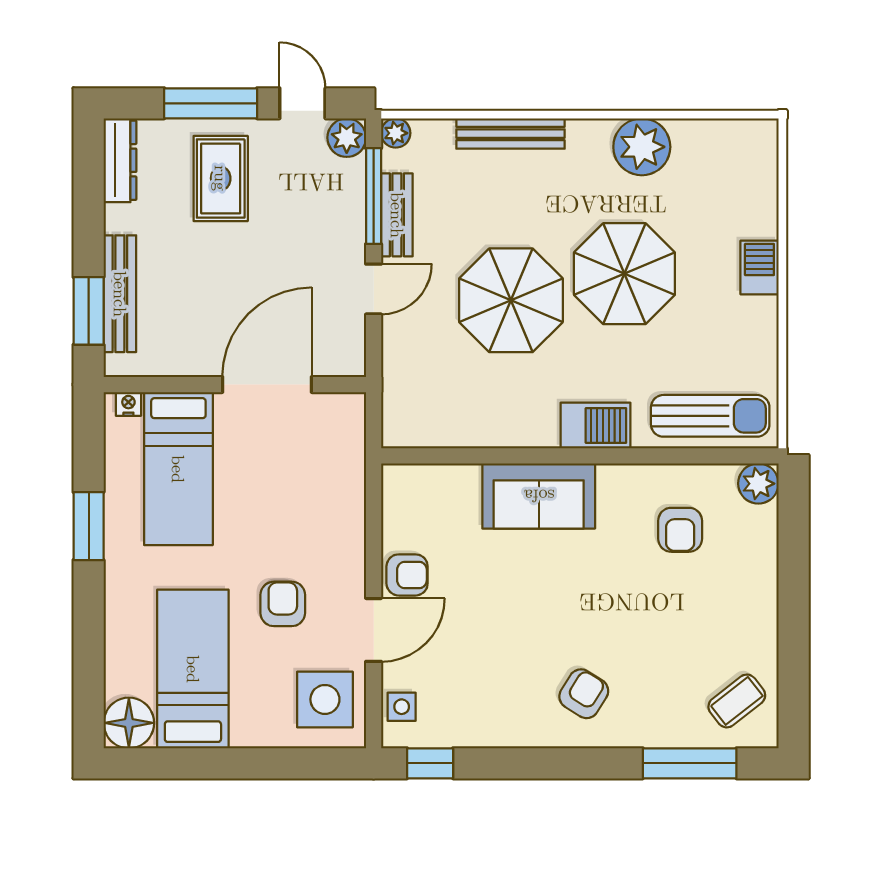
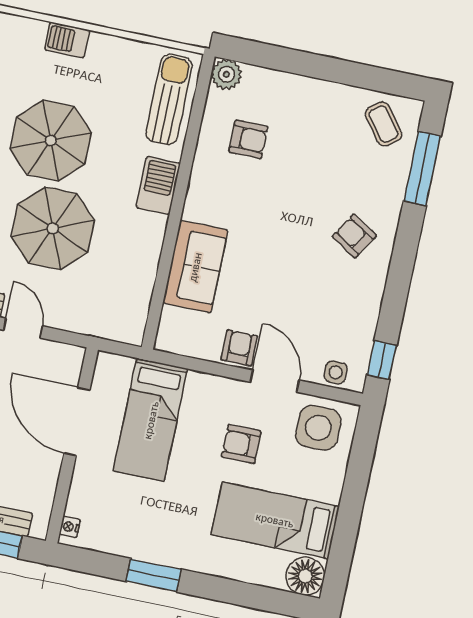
bed: (178, 469) -> (151, 420), moved, turned 90
sofa: (539, 496) -> (195, 267), moved

